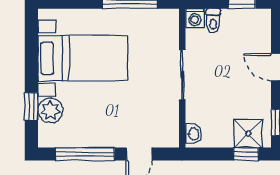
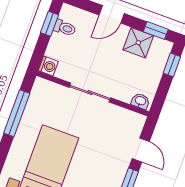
toilet: (213, 21) -> (65, 28), moved
shower: (248, 134) -> (138, 43), moved

